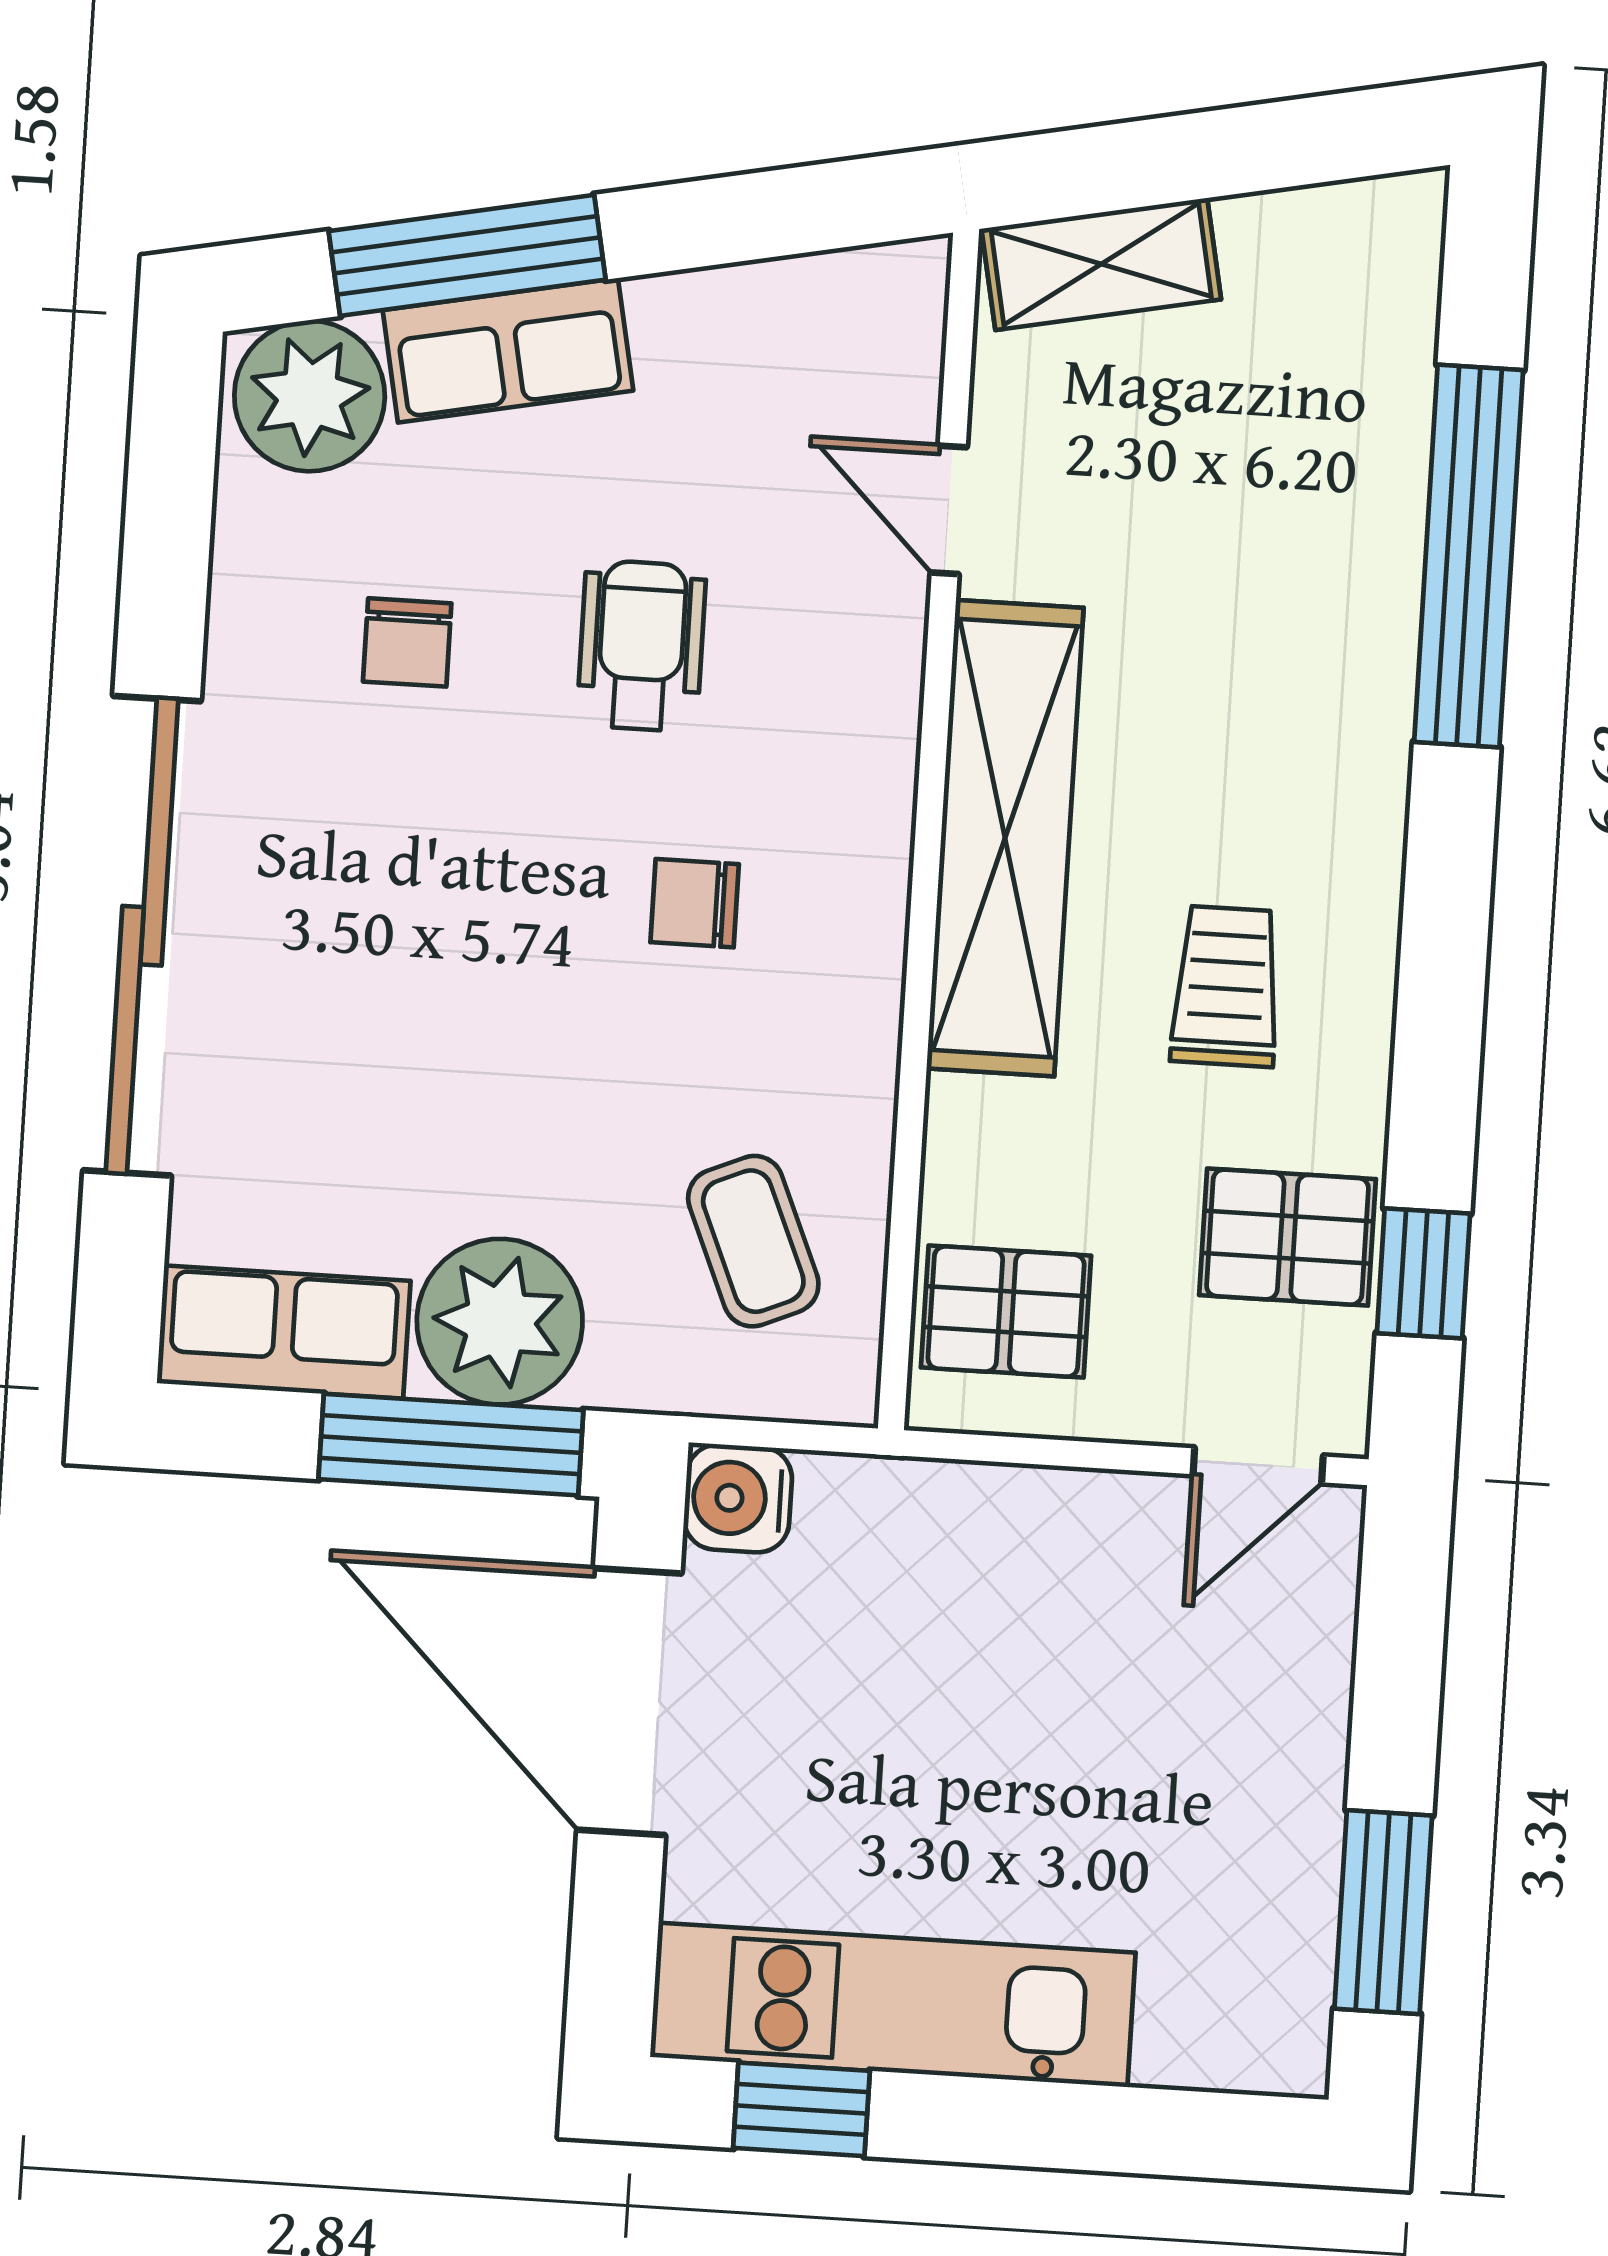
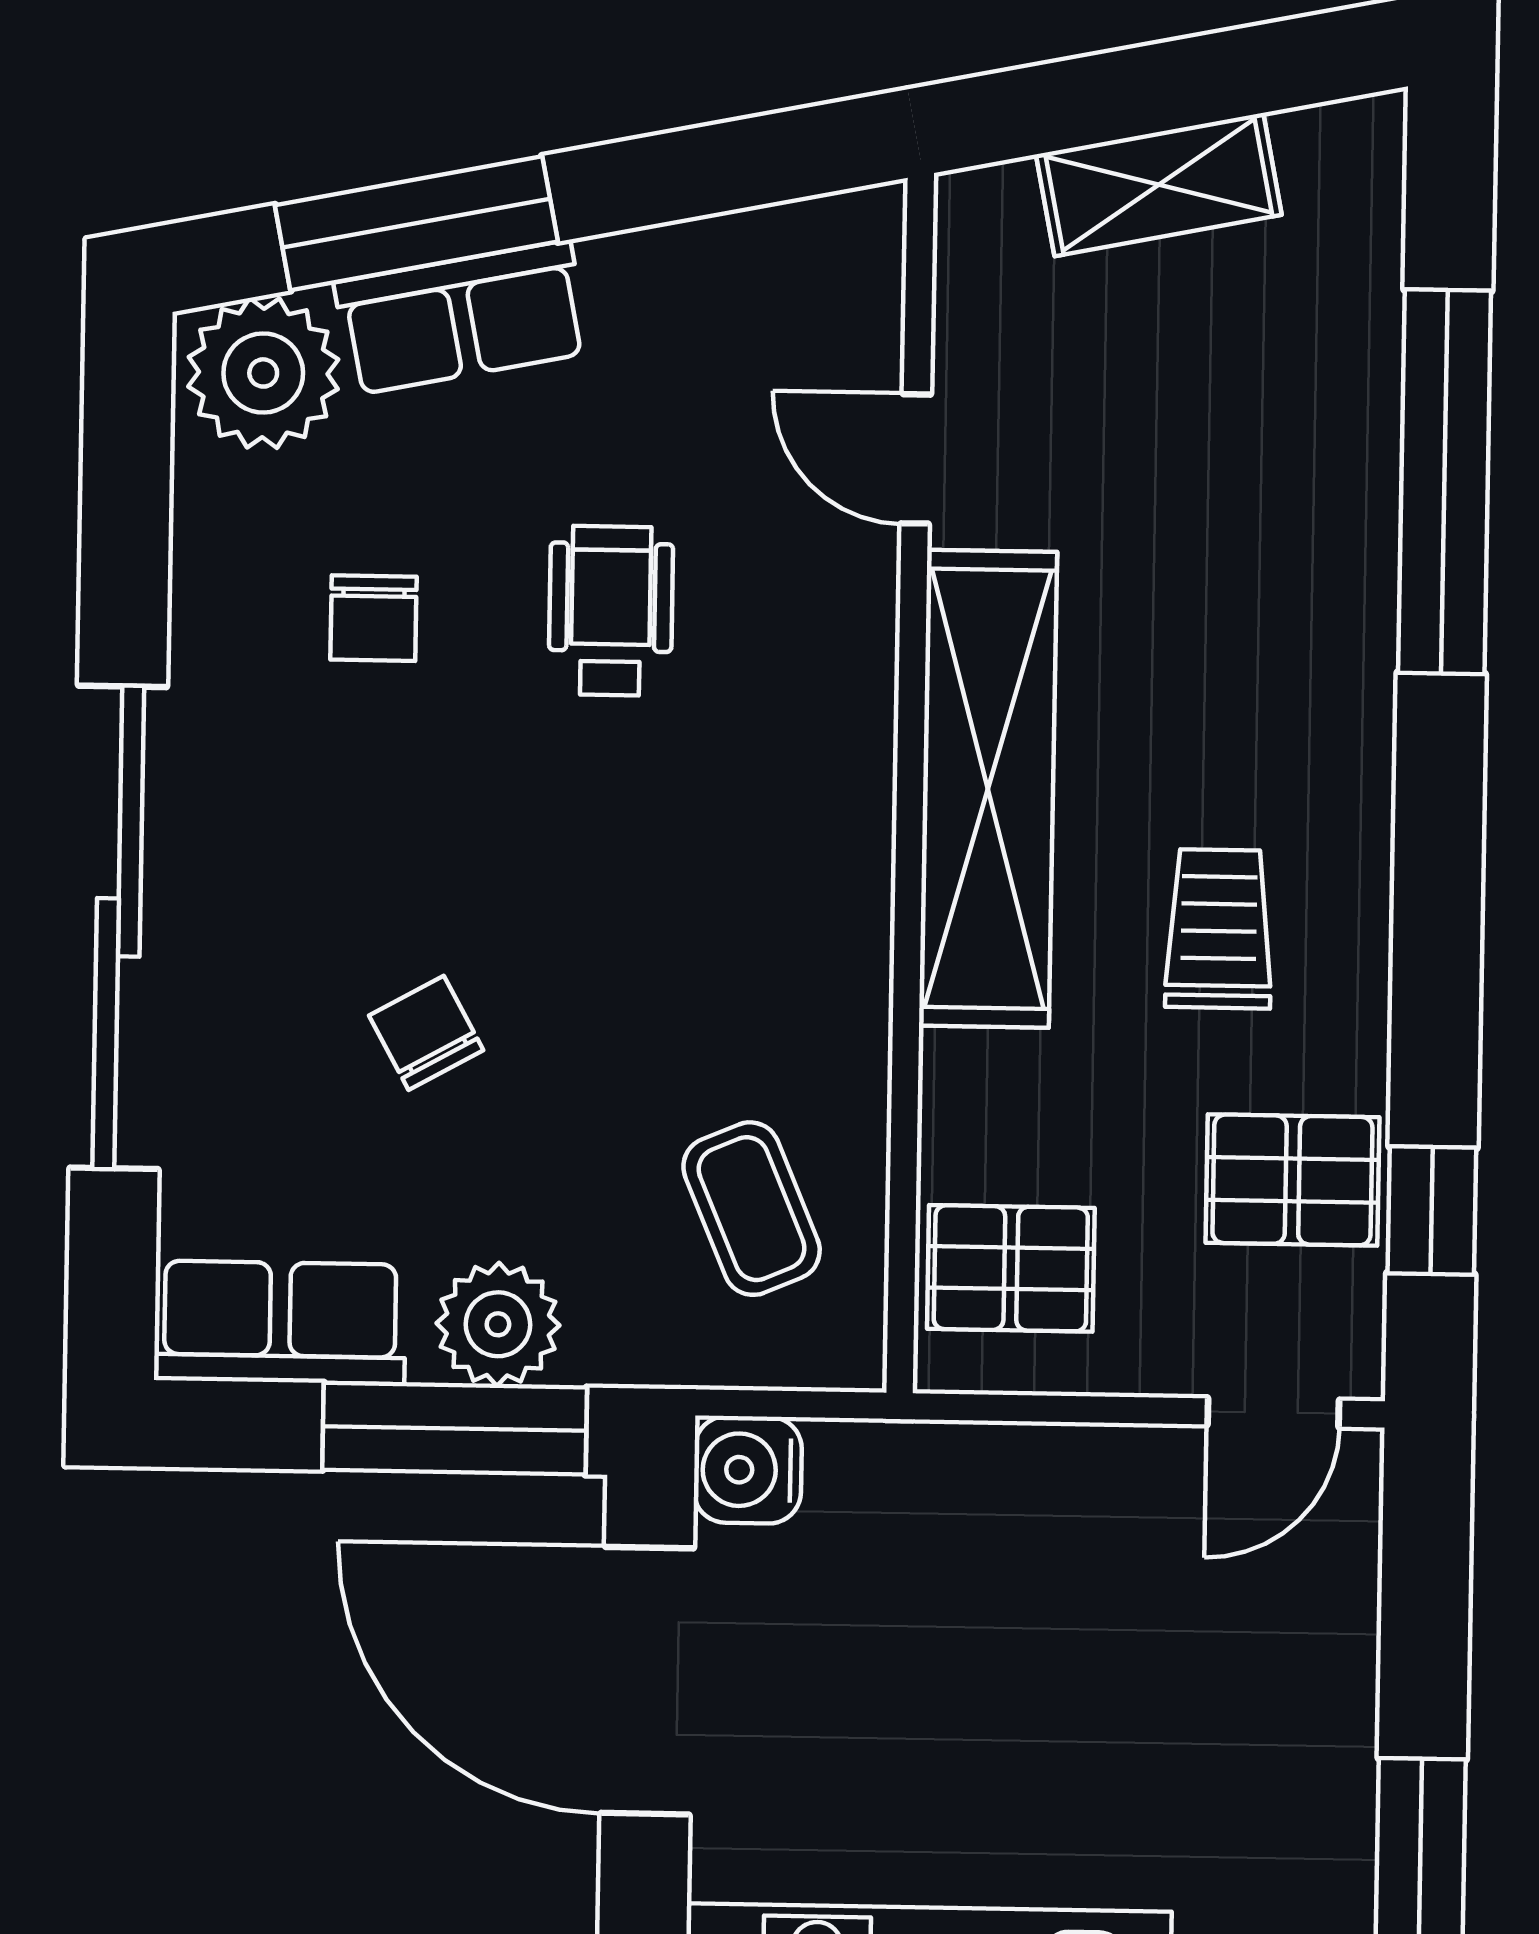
shelving: (1101, 264) -> (1159, 185), moved
chair: (695, 903) -> (426, 1033), moved, turned 61
plant: (500, 1322) -> (498, 1324), width x0.73, depth x0.73

